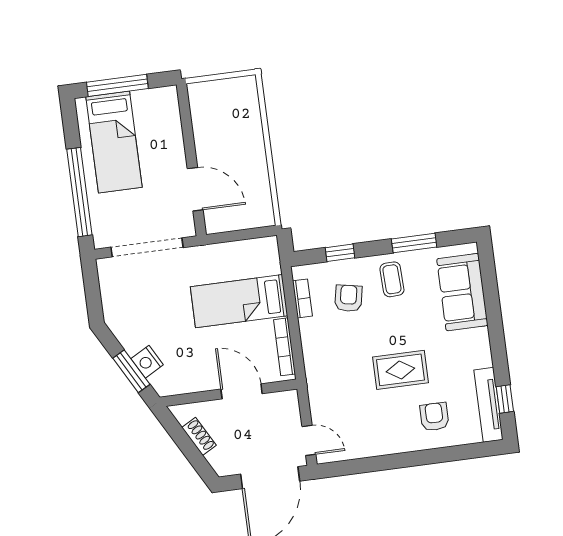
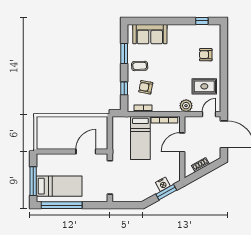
window: (79, 192) -> (62, 205), moved
rug: (400, 370) -> (204, 86), moved, turned 90
plant: (321, 389) -> (186, 106), added
tv unit: (488, 405) -> (204, 29), removed

